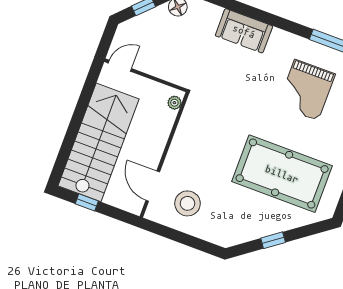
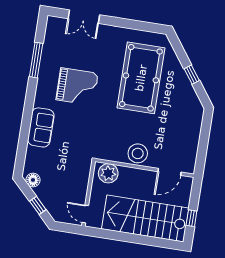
grand piano: (306, 90) -> (77, 86), moved
plant: (174, 103) -> (108, 173), width x1.88, depth x1.88
stool: (188, 203) -> (138, 153), moved

